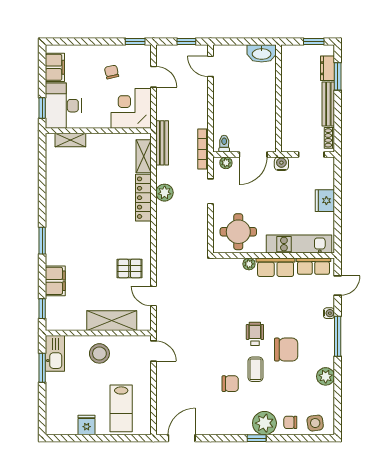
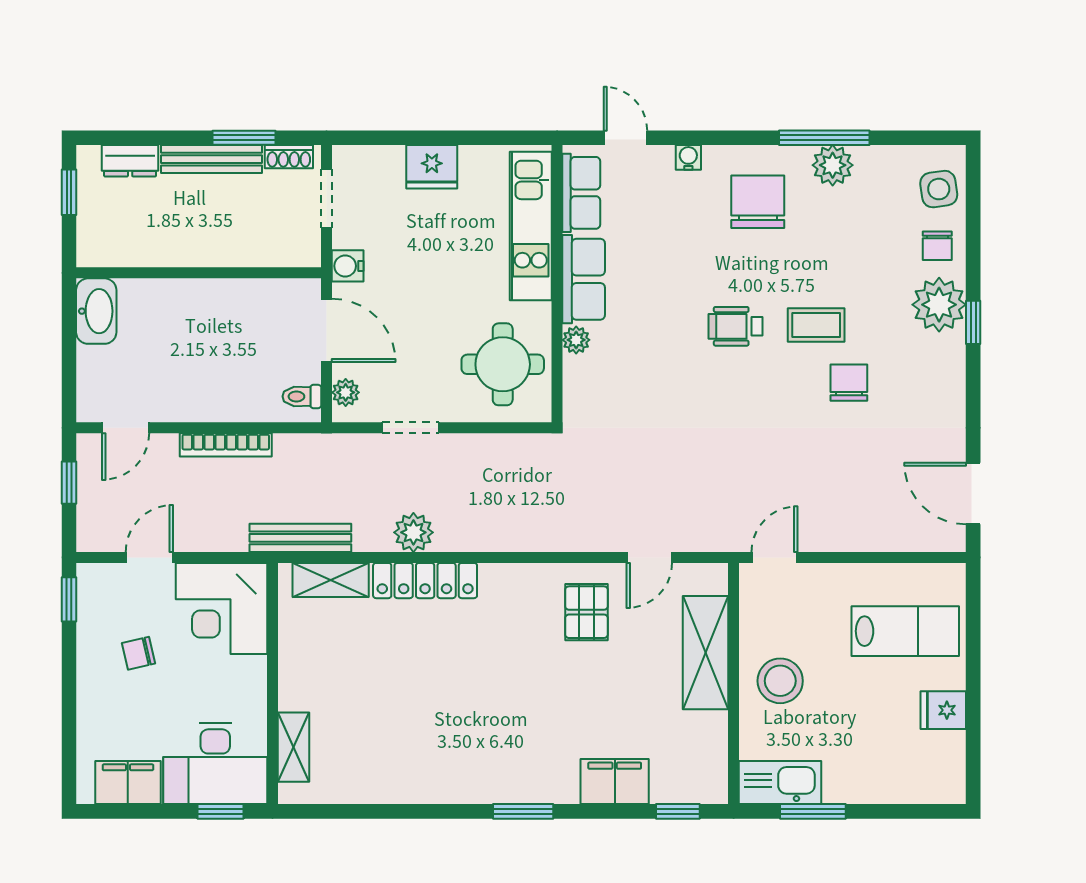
window: (338, 76) -> (244, 138), moved
bookcase: (203, 149) -> (226, 445), moved
window: (338, 336) -> (824, 138), moved
chair: (286, 350) -> (758, 202), moved

